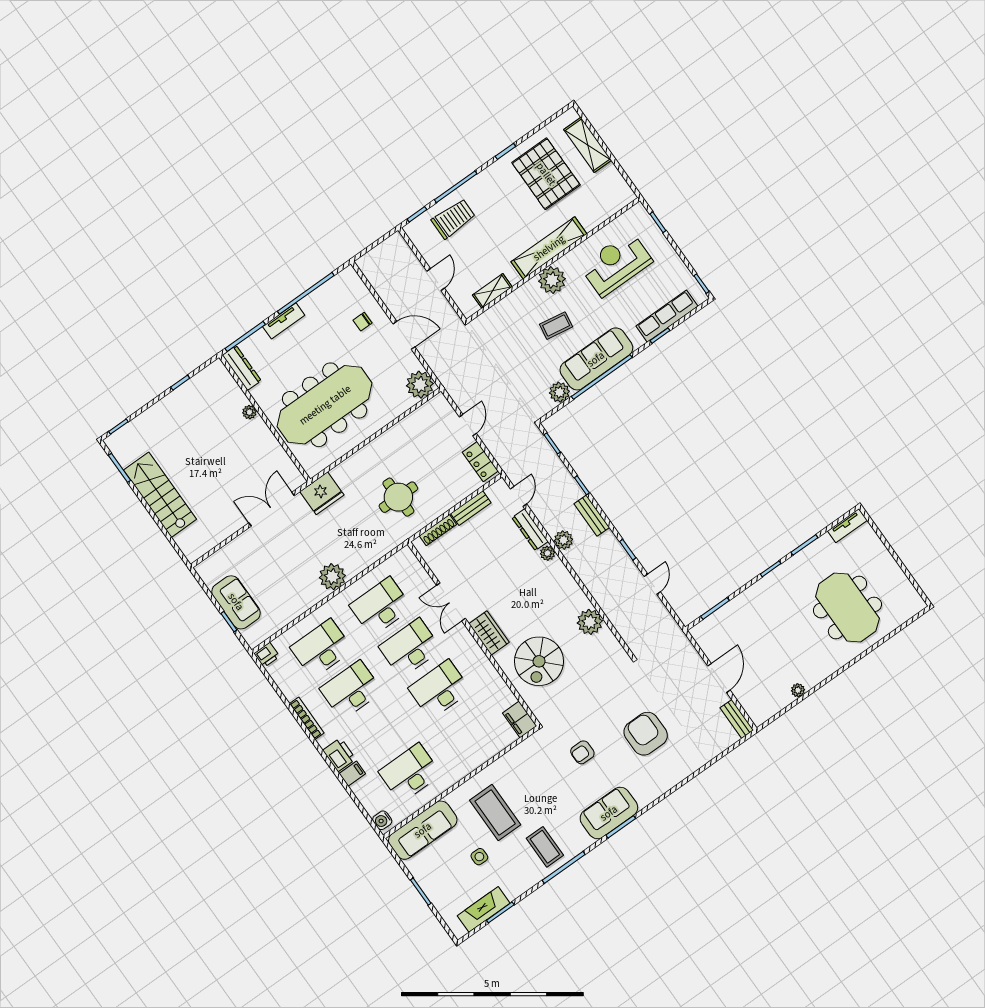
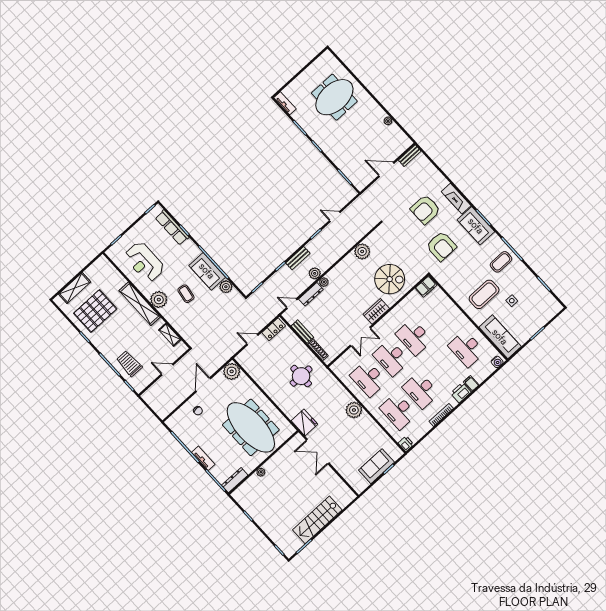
sofa: (596, 359) -> (207, 271), width x0.73
armchair: (582, 752) -> (441, 246), width x1.88, depth x1.88
fireplace: (484, 909) -> (456, 199), moved

